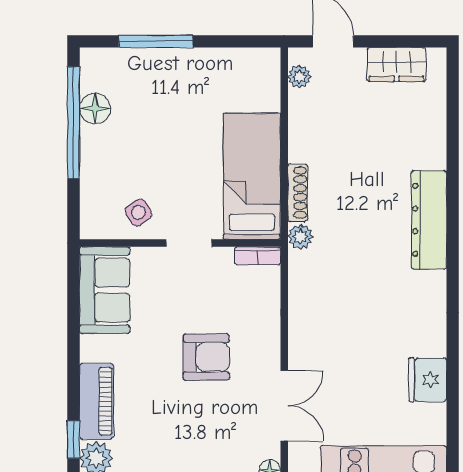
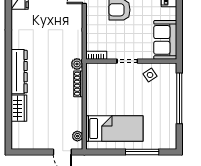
wardrobe: (397, 64) -> (19, 108), moved, turned 90
floor lamp: (95, 108) -> (170, 122), removed
window: (74, 123) -> (179, 98), moved
bed: (252, 176) -> (114, 129), moved, turned -90

